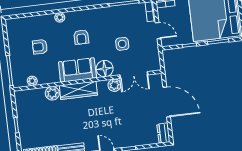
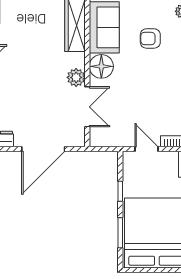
door: (158, 31) -> (146, 149), swing flipped
side table: (122, 44) -> (134, 96), removed
double door: (134, 75) -> (87, 107), swing flipped

